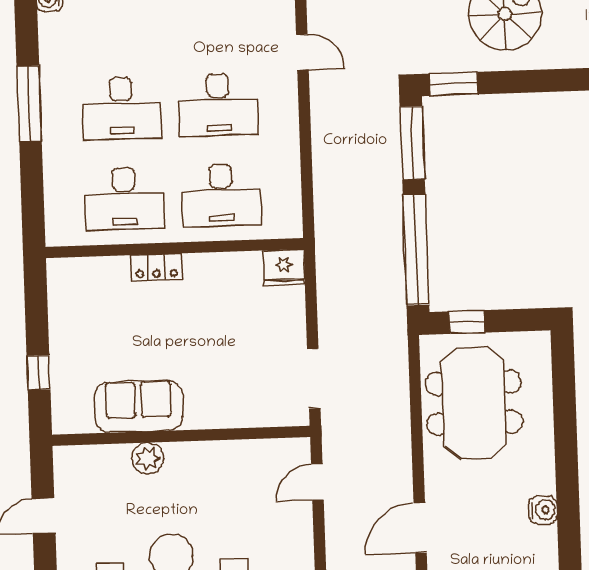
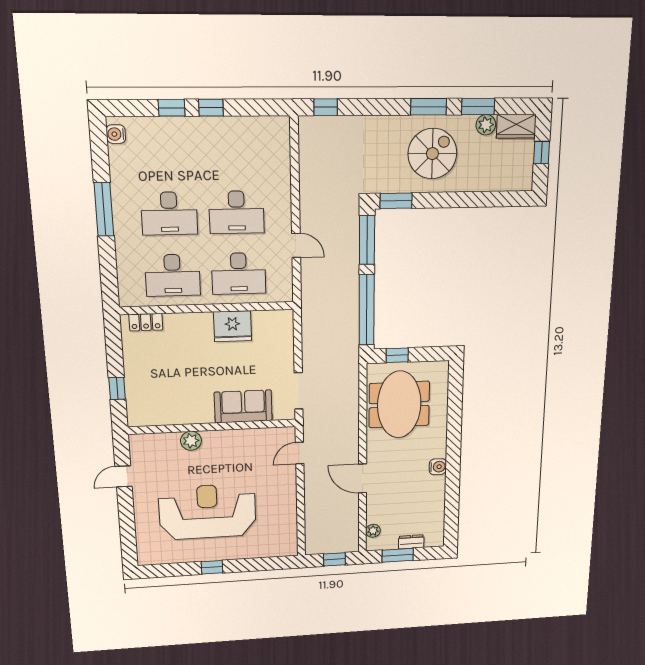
door: (302, 52) -> (296, 245), moved
locker: (156, 267) -> (146, 322), moved
fridge: (284, 267) -> (233, 326), moved, width x1.36, depth x1.34
sofa: (139, 406) -> (243, 406), moved
door: (420, 528) -> (363, 478), hinge flipped

